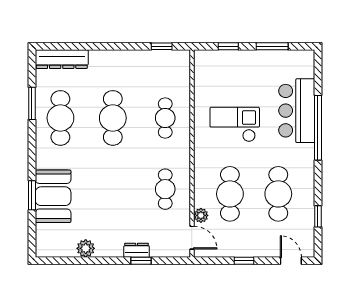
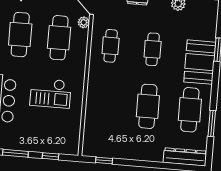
cafe table: (165, 118) -> (153, 49), moved
booth: (53, 196) -> (200, 62), moved

